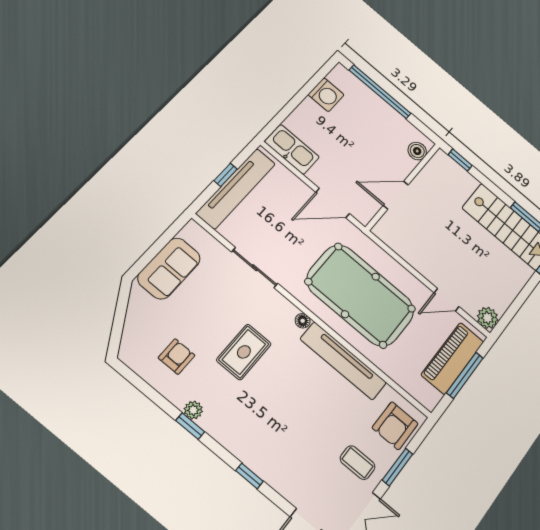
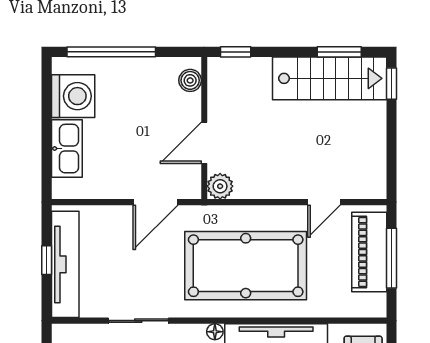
washing machine: (326, 95) -> (73, 96), width x1.37, depth x1.37
kitchen sink: (292, 149) -> (67, 149), moved, turned 90
plant: (488, 318) -> (220, 186), moved

